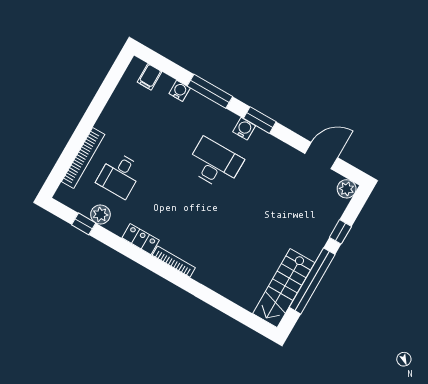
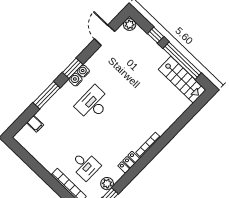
filing cabinet: (150, 77) -> (35, 124), moved
water cooler: (180, 91) -> (83, 71), moved

